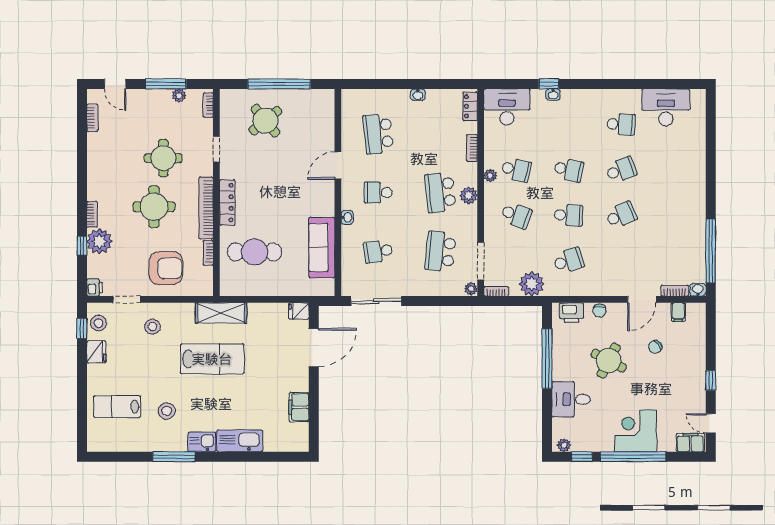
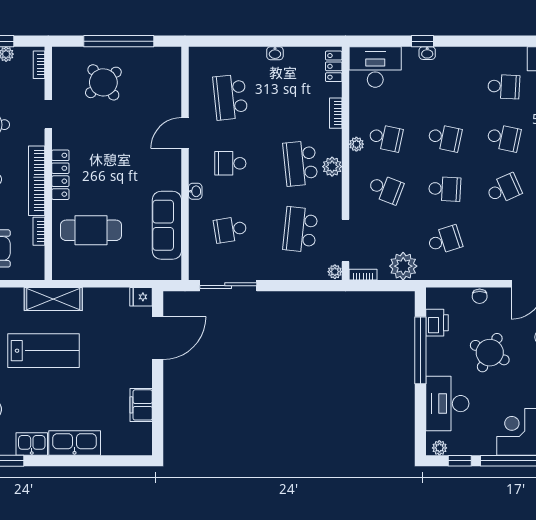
school desk: (621, 170) -> (504, 138), turned 33
printer: (571, 313) -> (437, 323), moved, turned -90
desk: (571, 399) -> (447, 404), width x1.37

